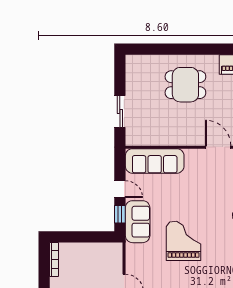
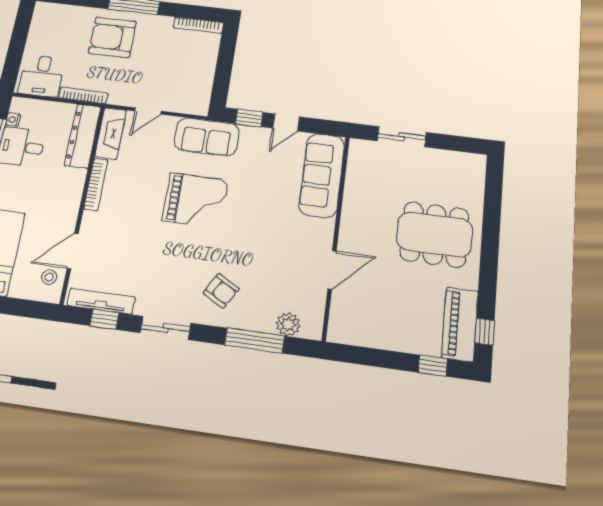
dining table: (185, 85) -> (435, 234), width x1.38
sofa: (138, 222) -> (207, 137), moved

